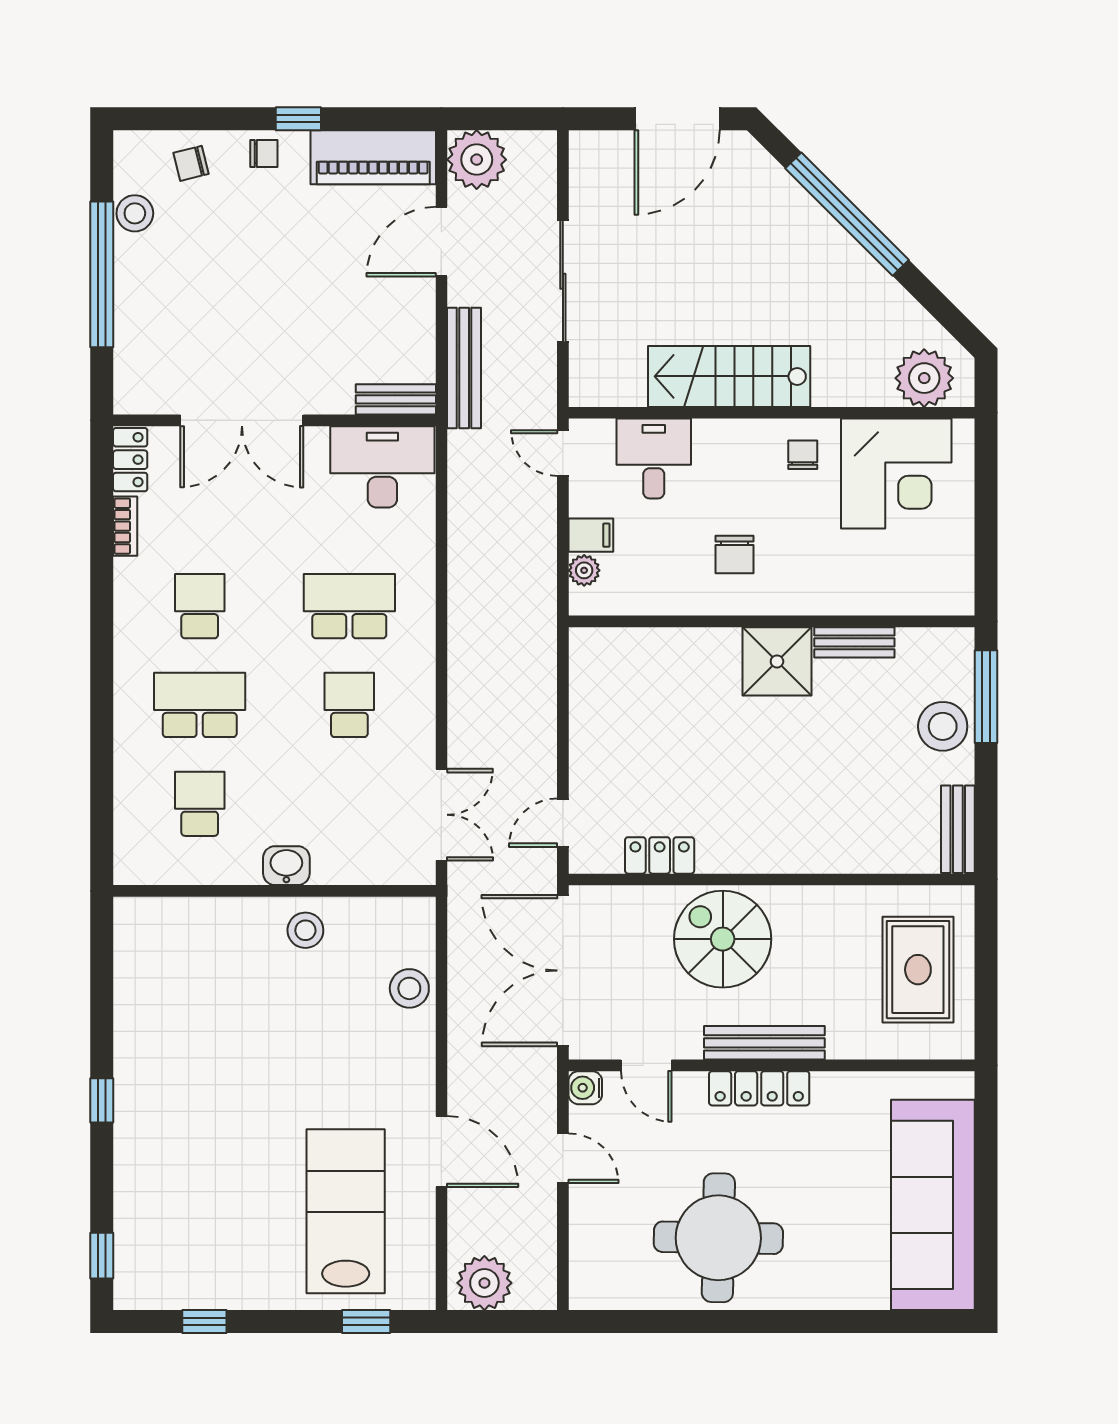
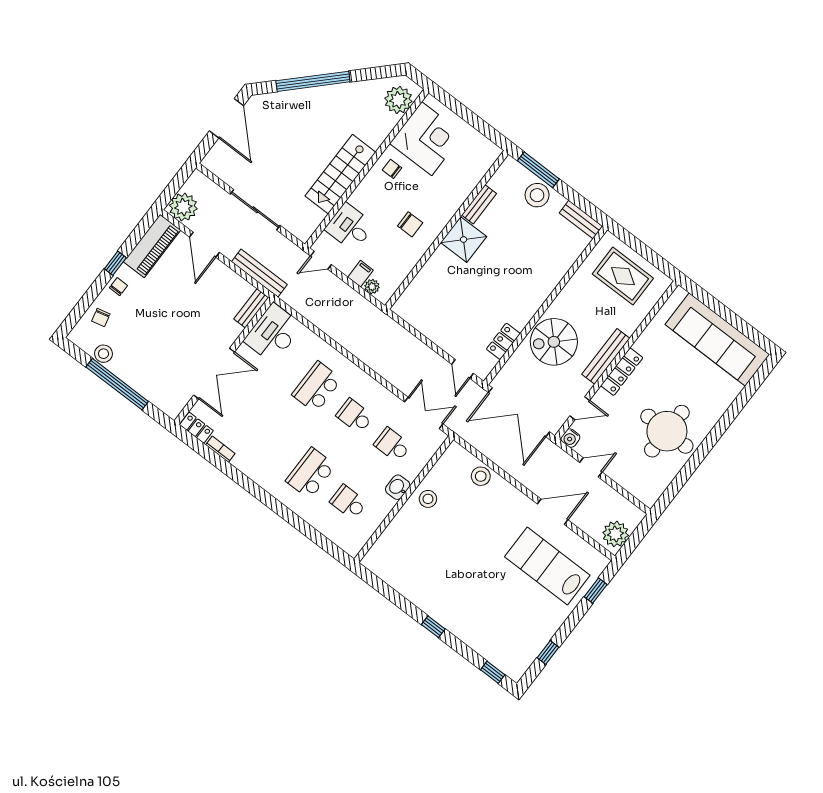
school desk: (200, 606) -> (392, 445), moved

